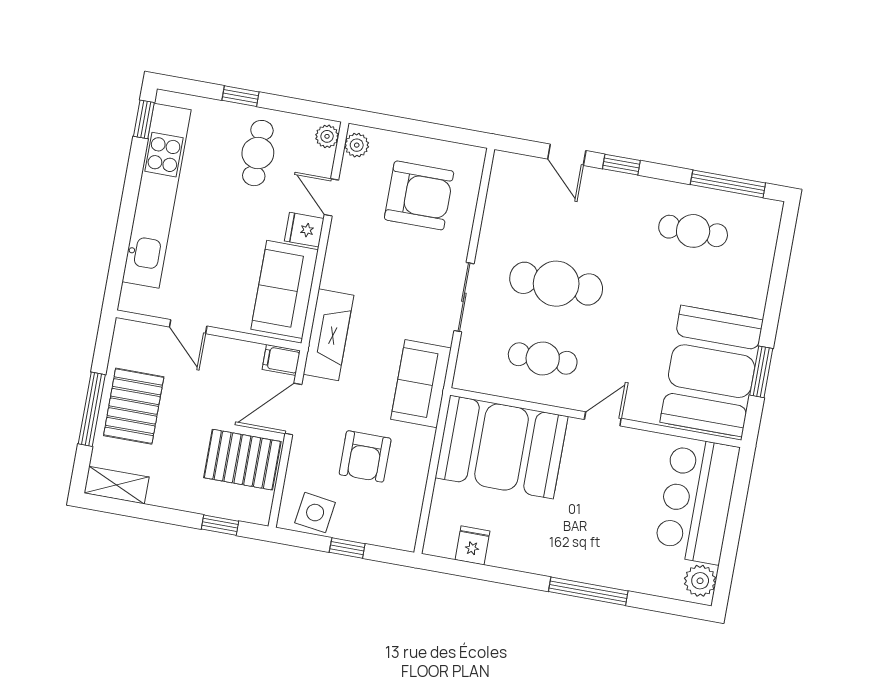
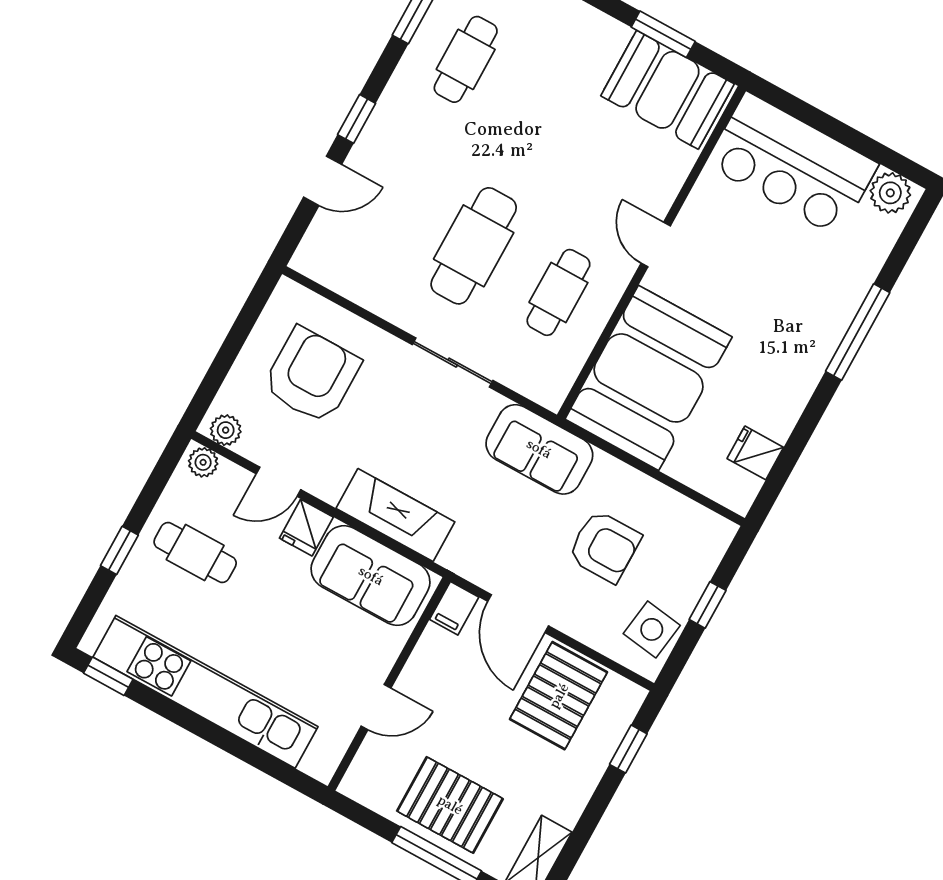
fireplace: (328, 335) -> (395, 515), moved
booth: (712, 371) -> (667, 90), width x0.73, depth x0.70

